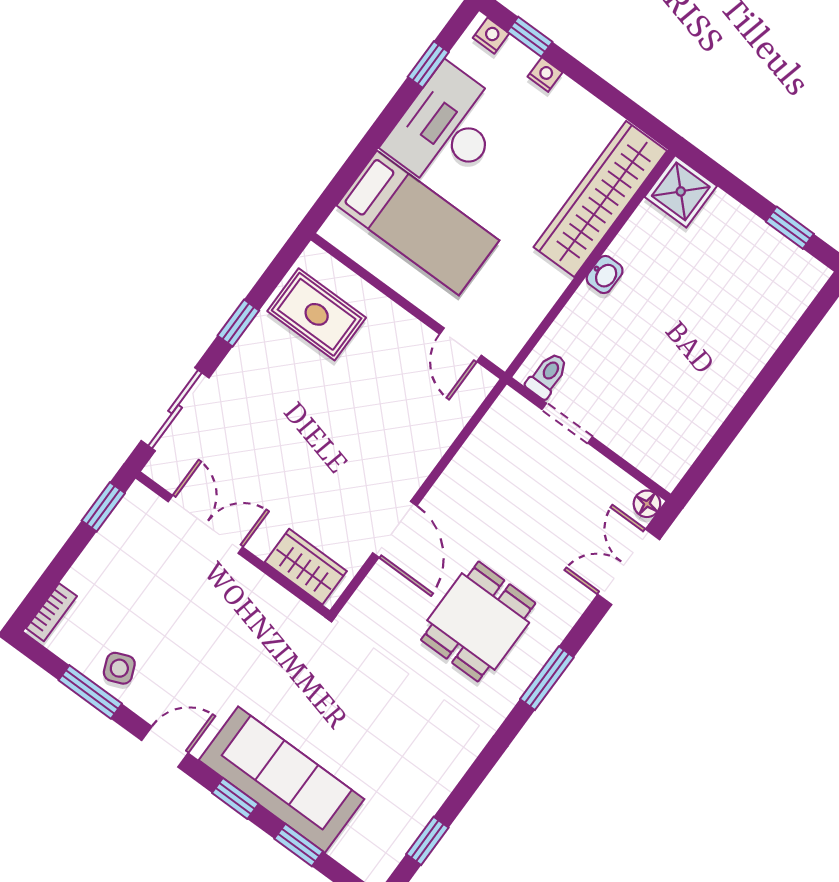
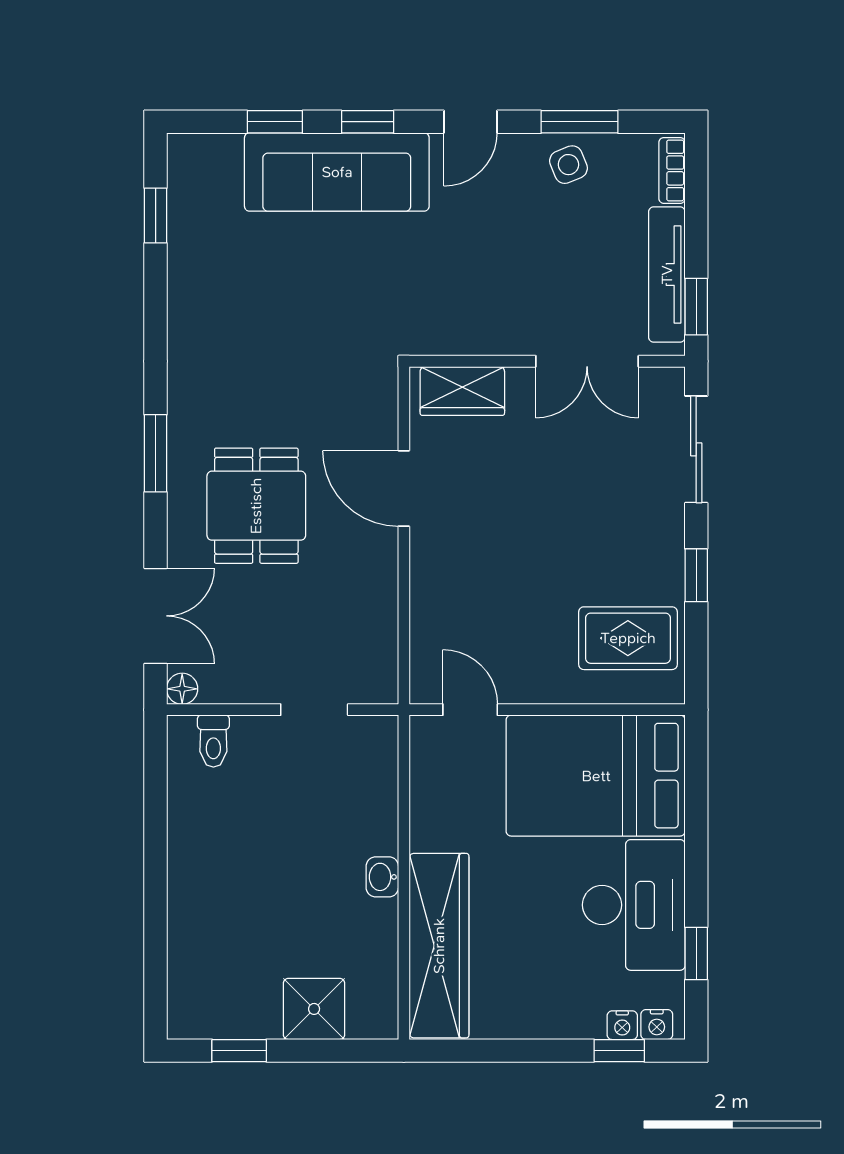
nightstand: (545, 75) -> (622, 1025), moved
shower: (681, 191) -> (314, 1009), moved
bed: (418, 223) -> (596, 776), width x1.50
toilet: (547, 376) -> (213, 741), moved
tv unit: (107, 544) -> (667, 275), added
dining table: (478, 621) -> (256, 506), moved

